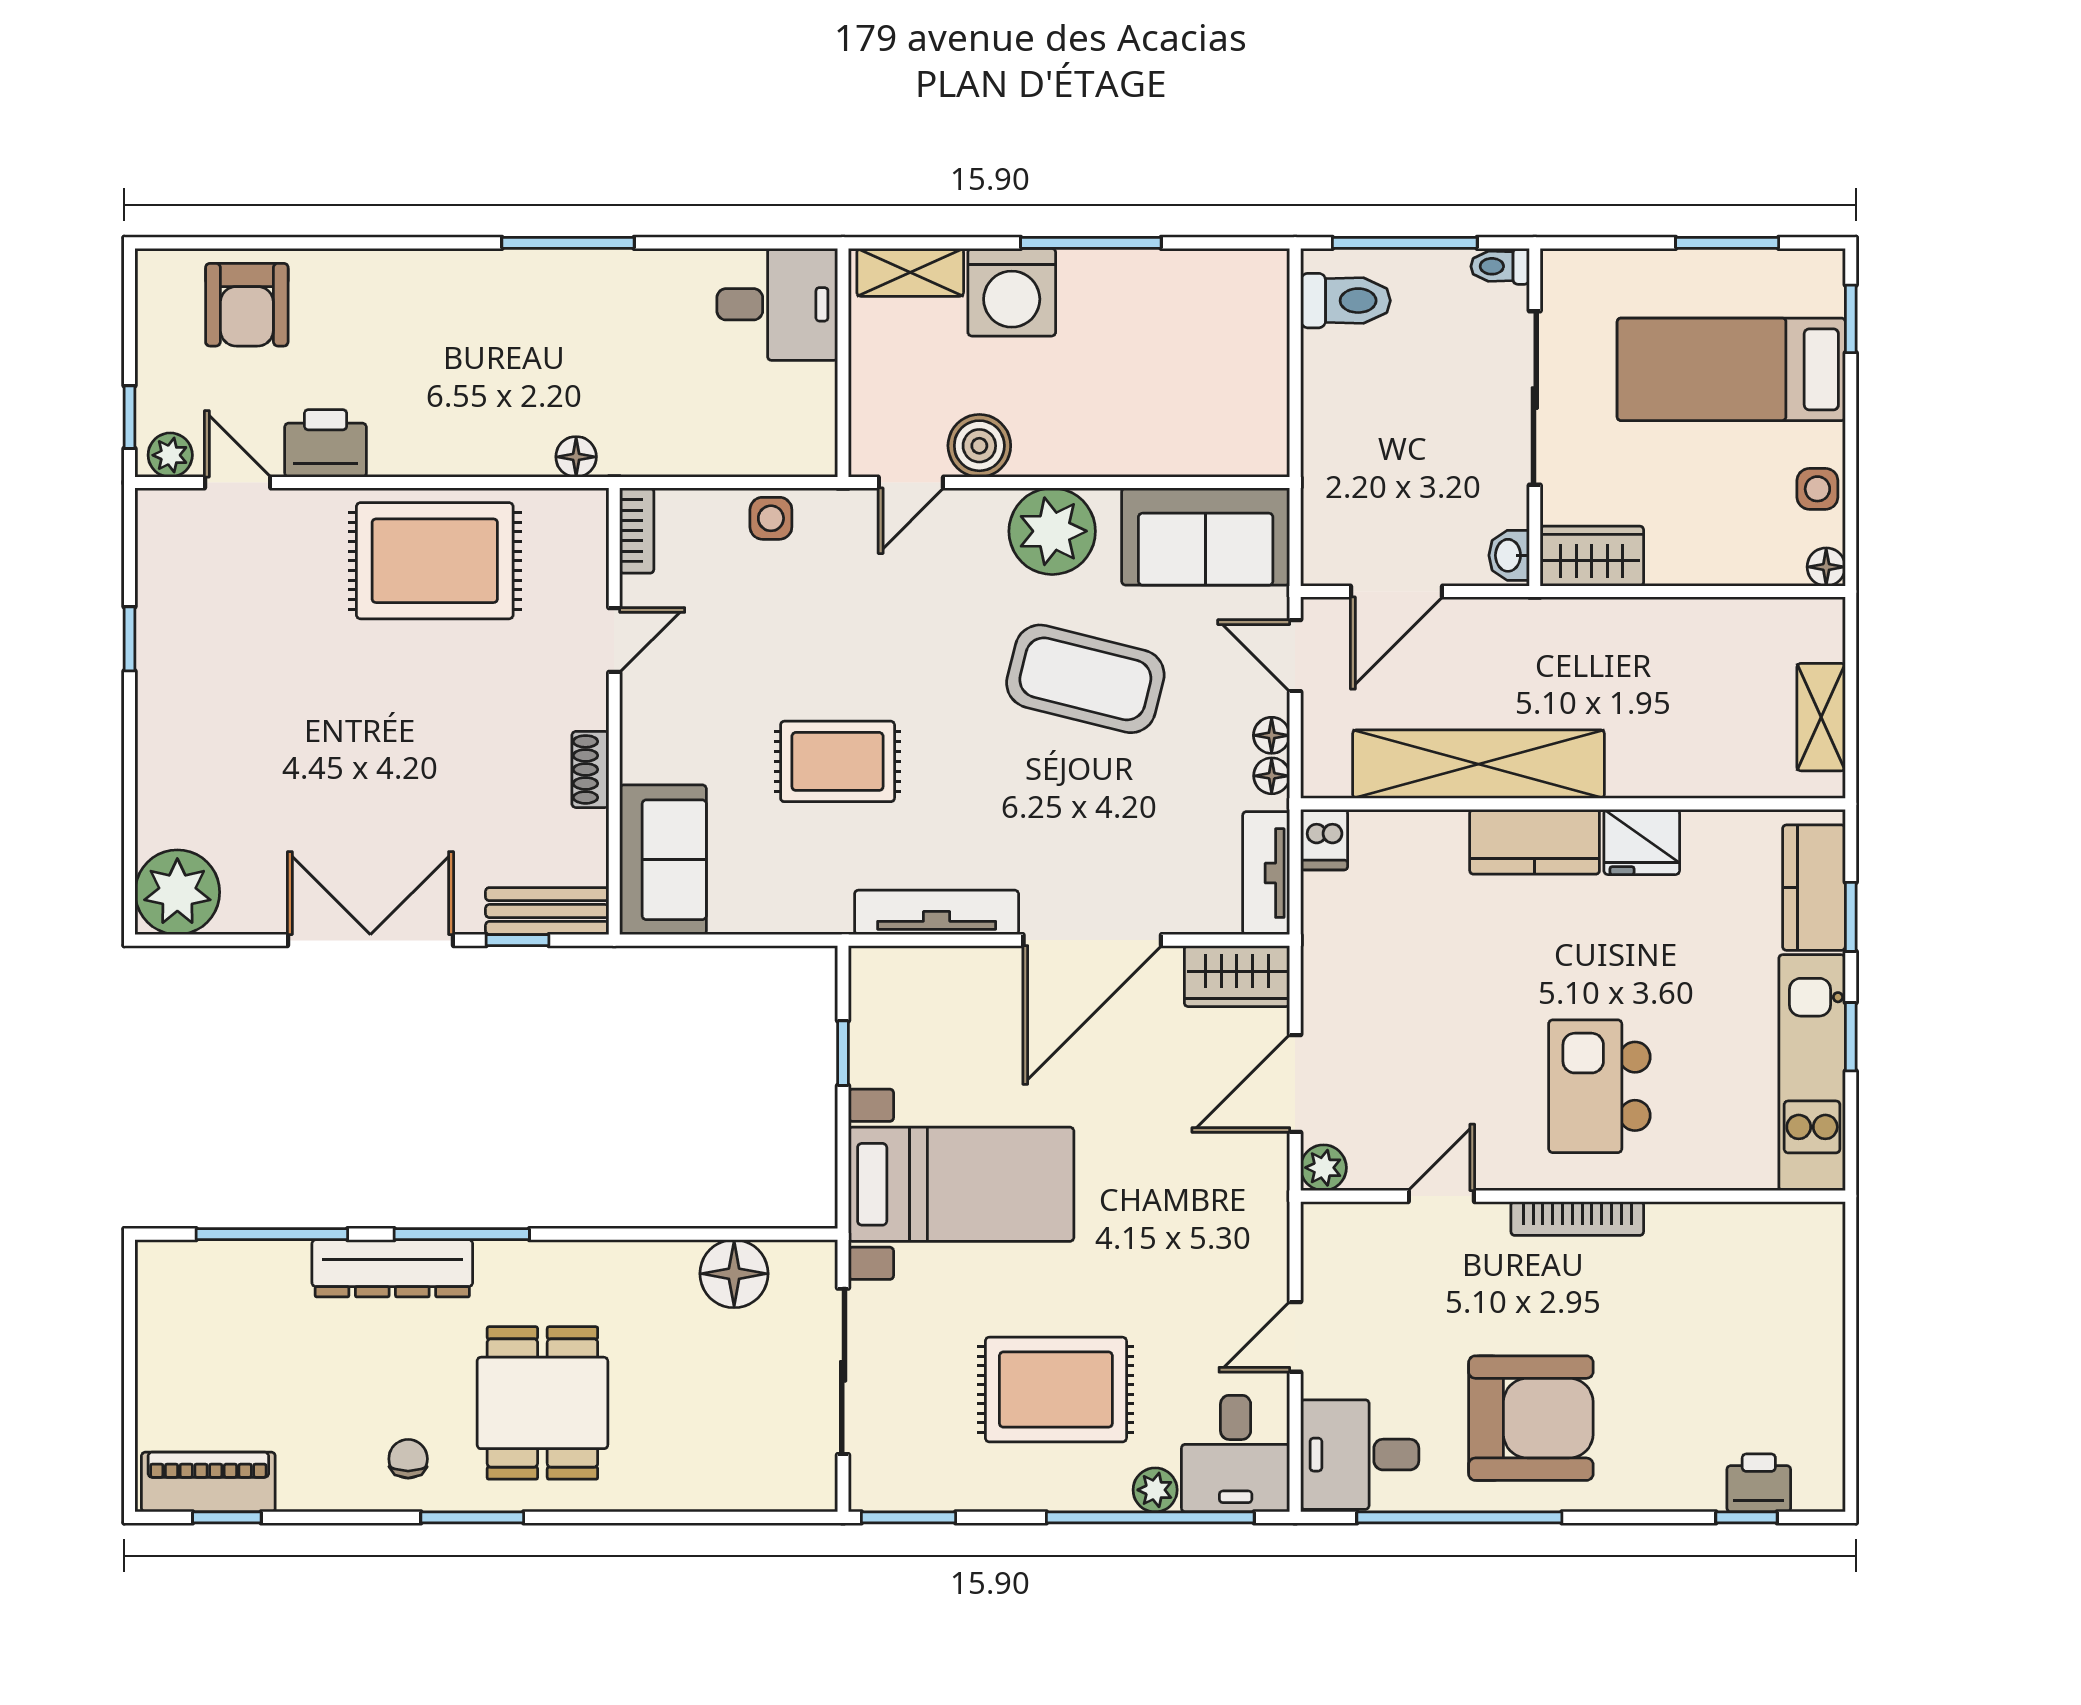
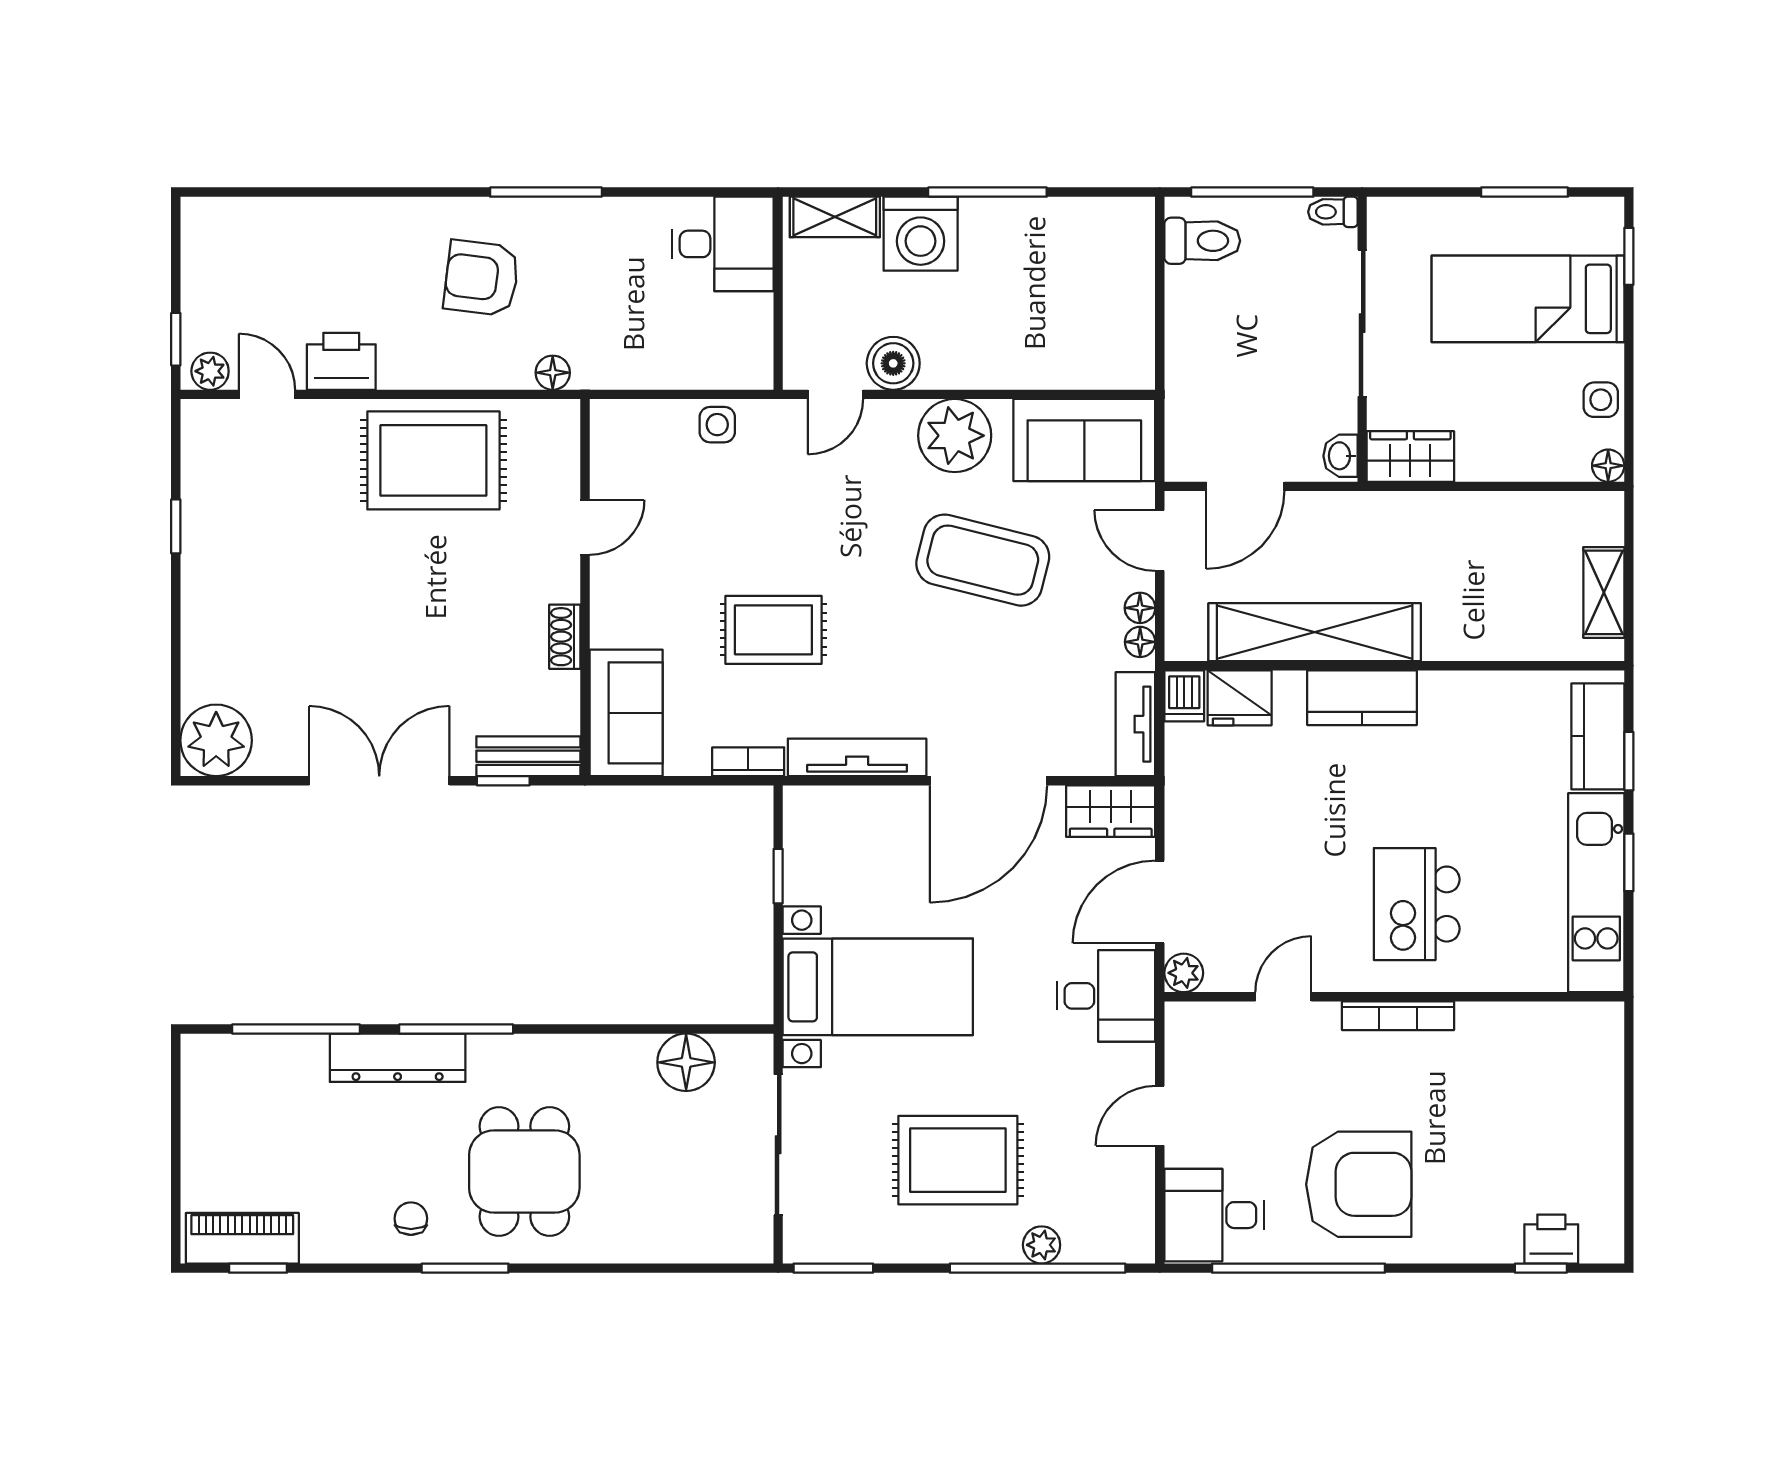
armchair: (247, 305) -> (482, 278), moved, turned 97
bookcase: (637, 531) -> (748, 762), moved, turned -90
fridge: (1642, 842) -> (1240, 698), moved
desk: (1236, 1454) -> (1106, 996), moved, turned -90

